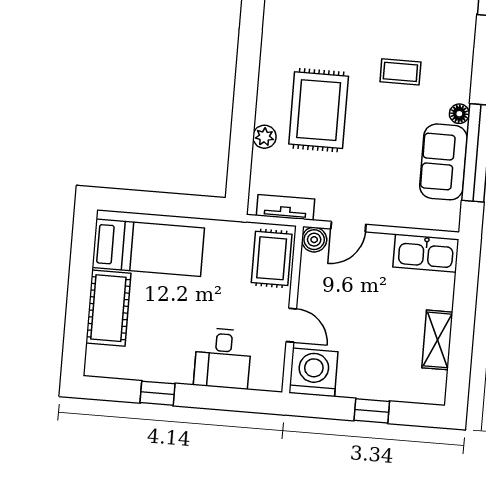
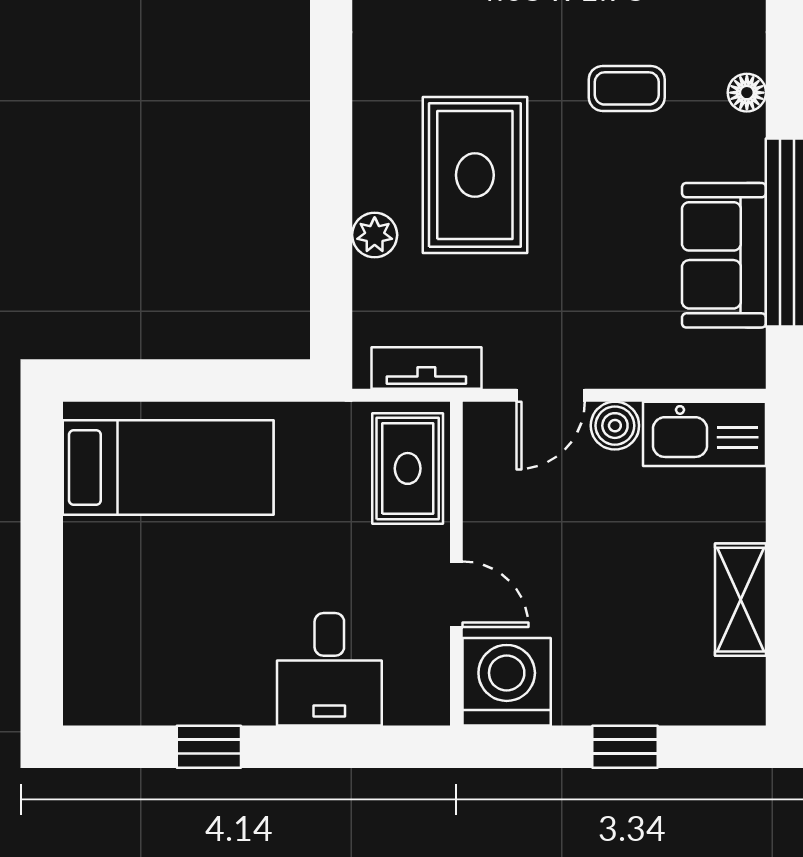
floor lamp: (459, 114) -> (747, 93), moved
boiler: (314, 240) -> (615, 426), moved
cot: (108, 308) -> (101, 590), removed

